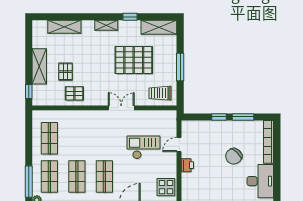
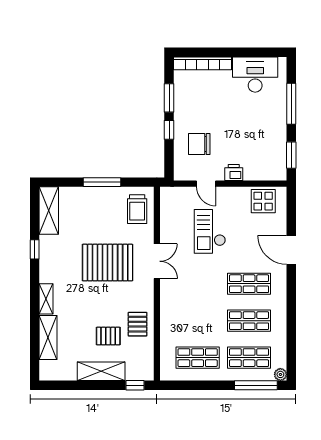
shelving: (106, 25) -> (46, 299), moved
pallet: (134, 60) -> (108, 263), moved, turned 90
double door: (121, 108) -> (157, 261), swing flipped
chair: (234, 156) -> (199, 144), moved, turned 137

